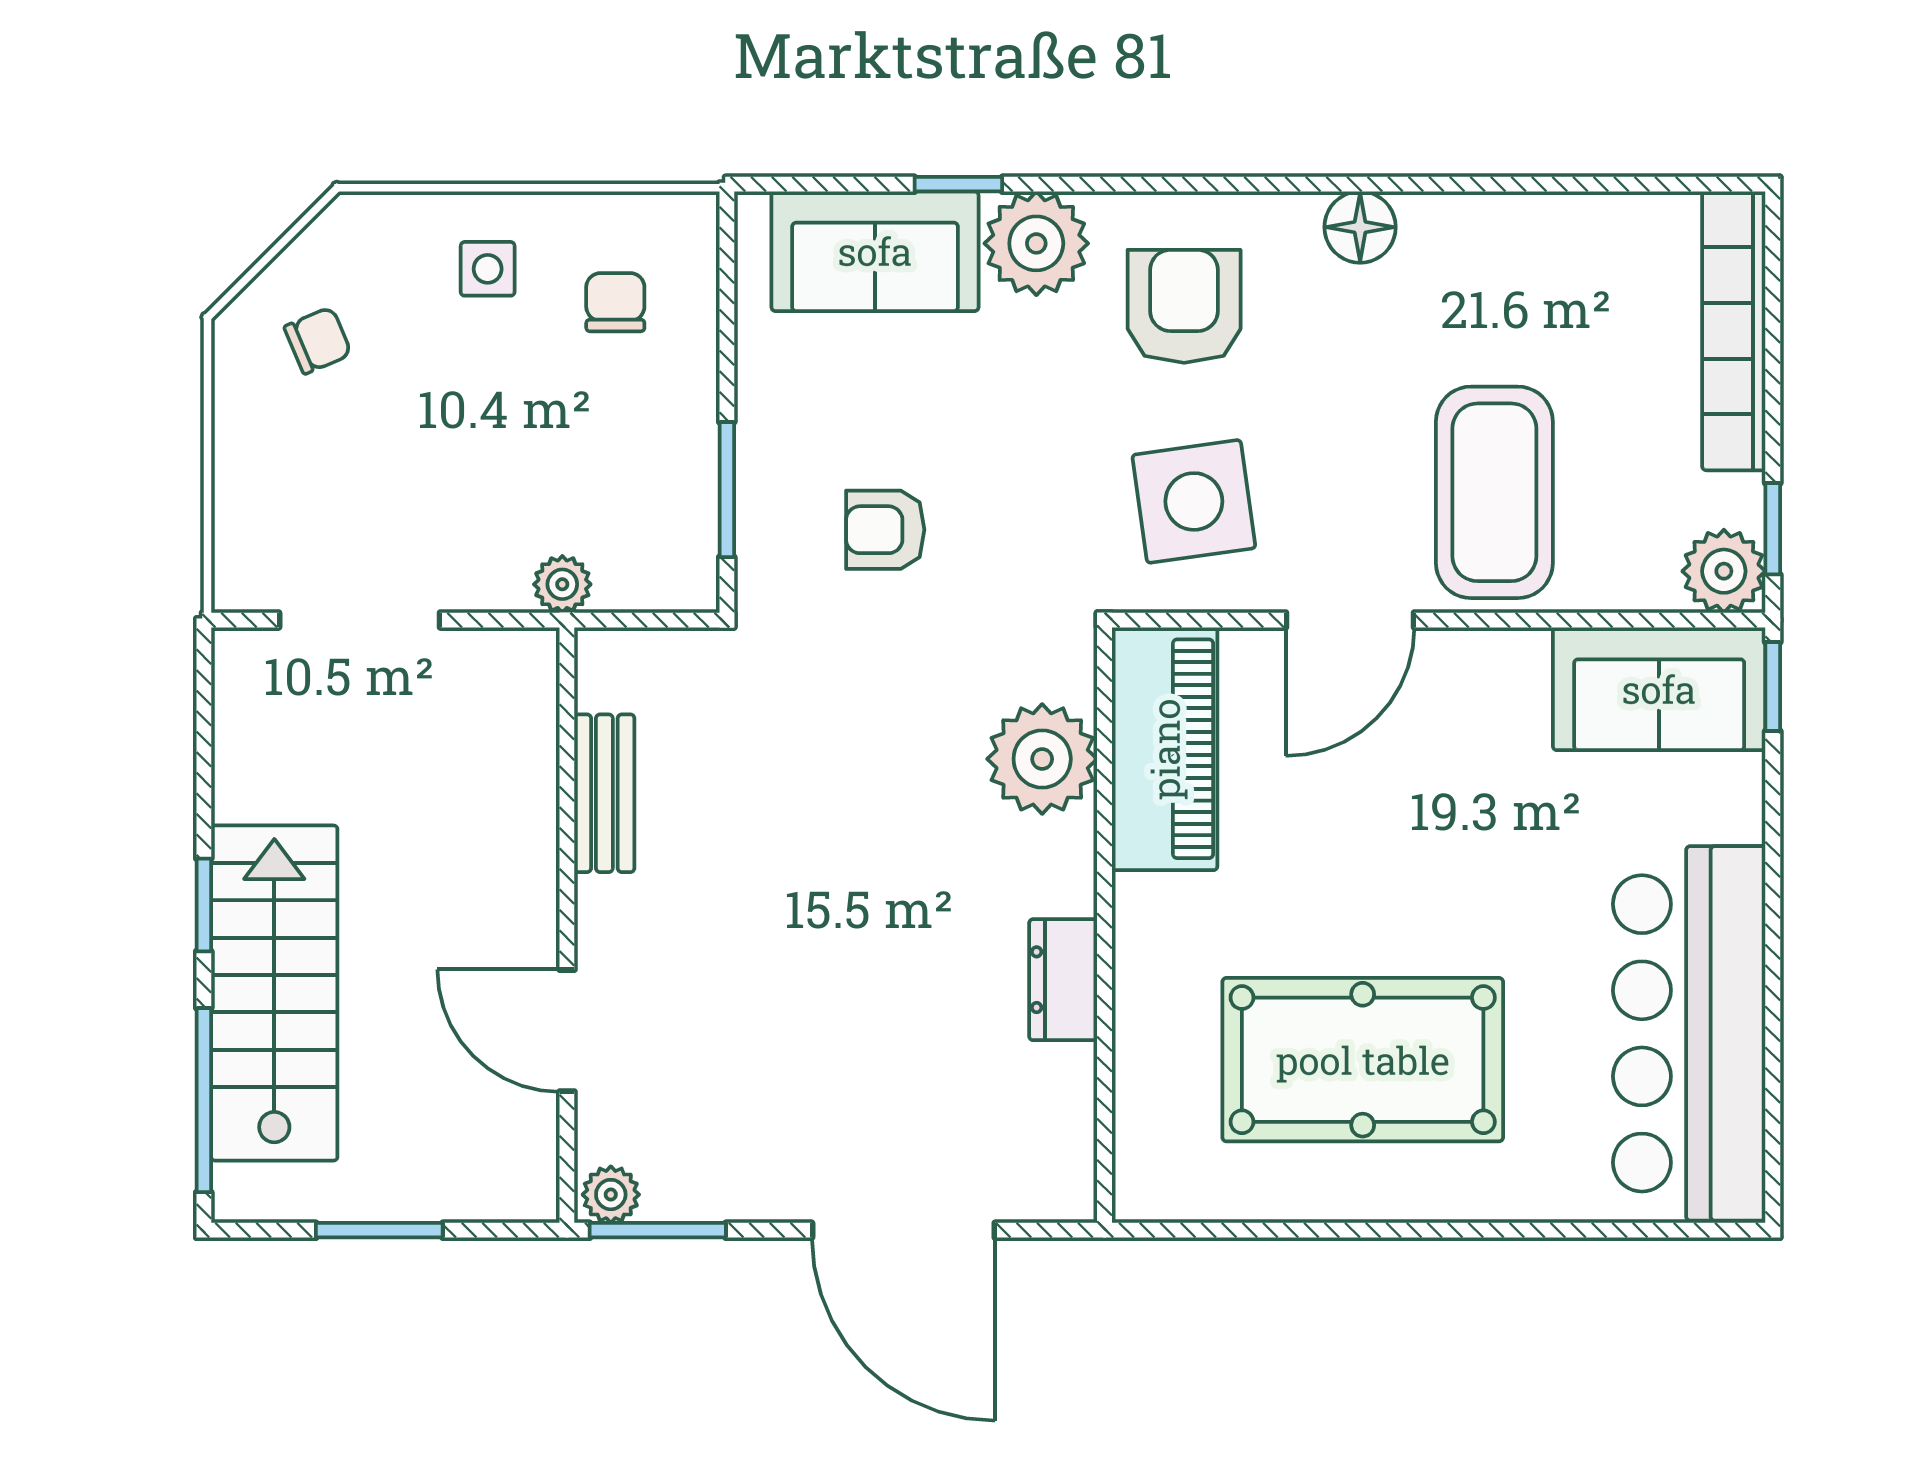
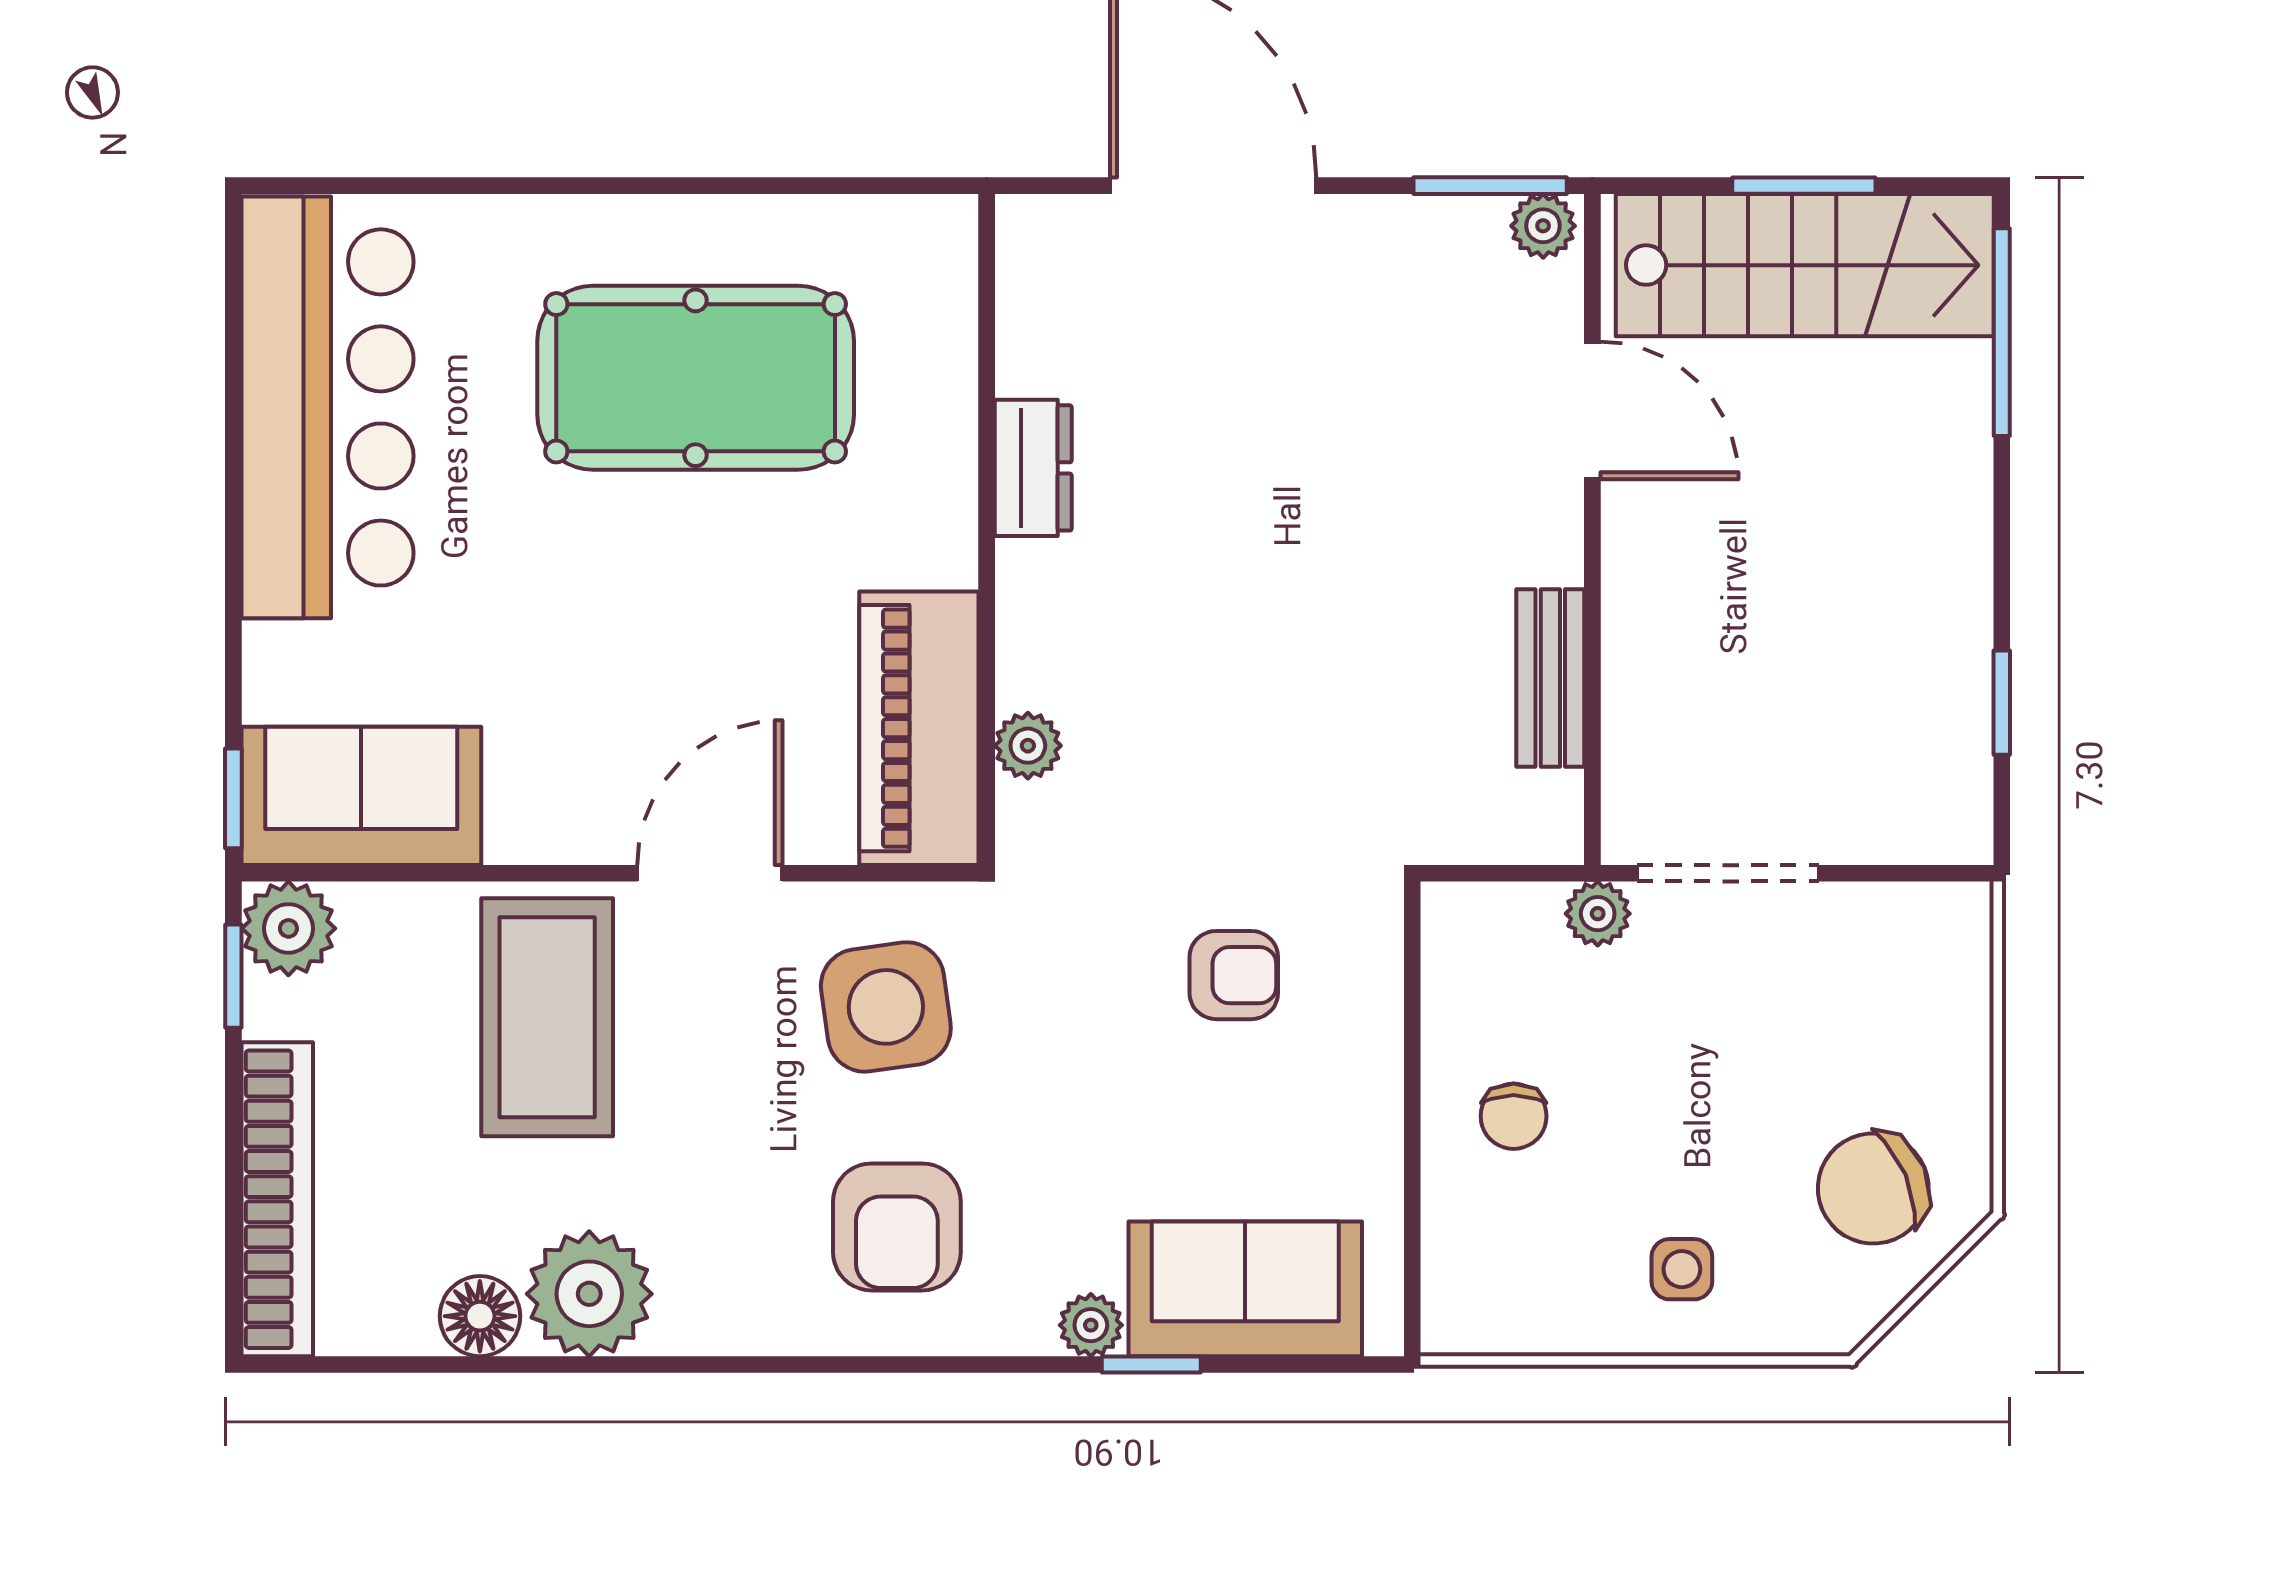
floor lamp: (1360, 227) -> (480, 1316), moved
plant: (1036, 243) -> (1091, 1325), width x0.53, depth x0.53
plant: (1457, 247) -> (589, 1294), added
chair: (615, 302) -> (1514, 1116), moved
chair: (318, 340) -> (1873, 1188), width x1.87, depth x1.87
window: (727, 490) -> (1412, 1020), removed
doorway: (360, 620) -> (1728, 873), moved
plant: (1042, 759) -> (1028, 746), width x0.53, depth x0.53
window: (204, 905) -> (2002, 703), moved
stairs: (274, 993) -> (1805, 265), moved, turned -90

